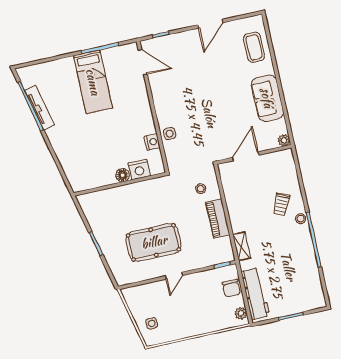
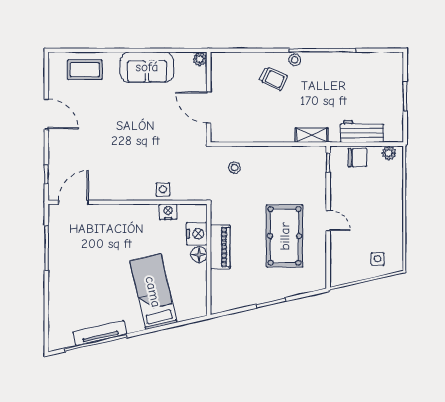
bed: (93, 82) -> (153, 292), moved, turned -103
piano: (218, 218) -> (220, 247), moved, turned -90
workbench: (255, 294) -> (362, 131), width x0.73

